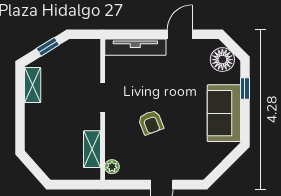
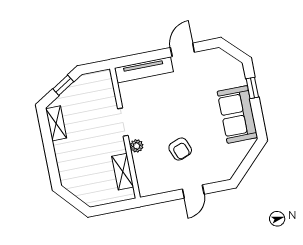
floor lamp: (222, 60) -> (226, 65), removed
armchair: (151, 122) -> (180, 149), moved
plant: (112, 167) -> (137, 146), moved

